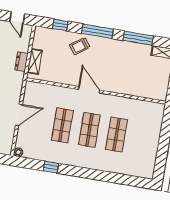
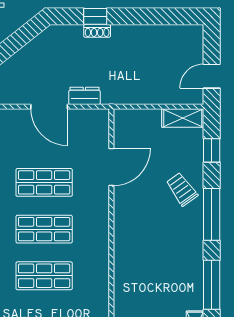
shelving: (35, 61) -> (183, 118), moved
dresser: (21, 62) -> (84, 96), moved
door: (89, 90) -> (111, 167), moved

